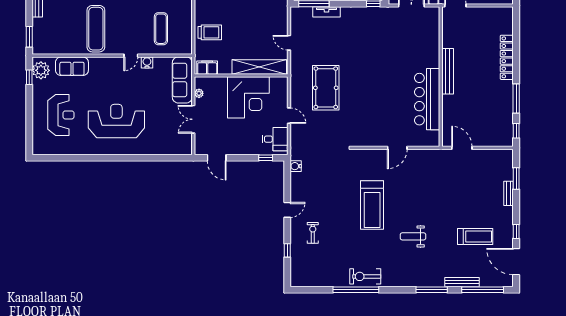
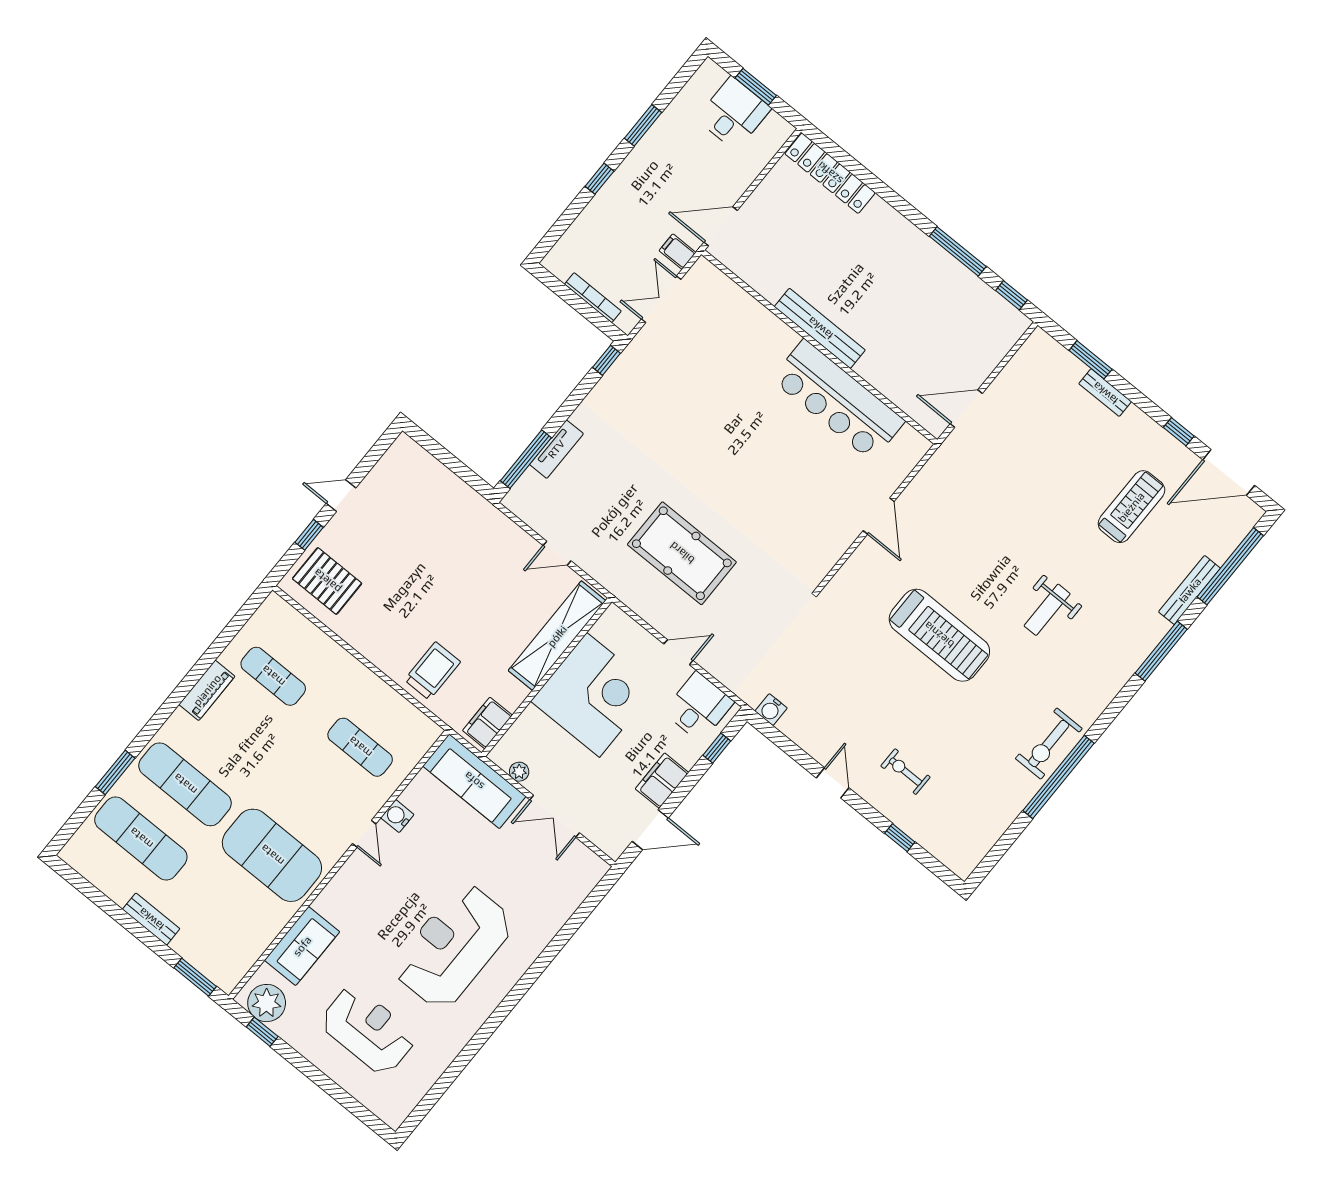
exercise mat: (96, 29) -> (272, 855), width x1.47
locker: (507, 57) -> (830, 173), moved
filing cabinet: (238, 148) -> (662, 781), added

